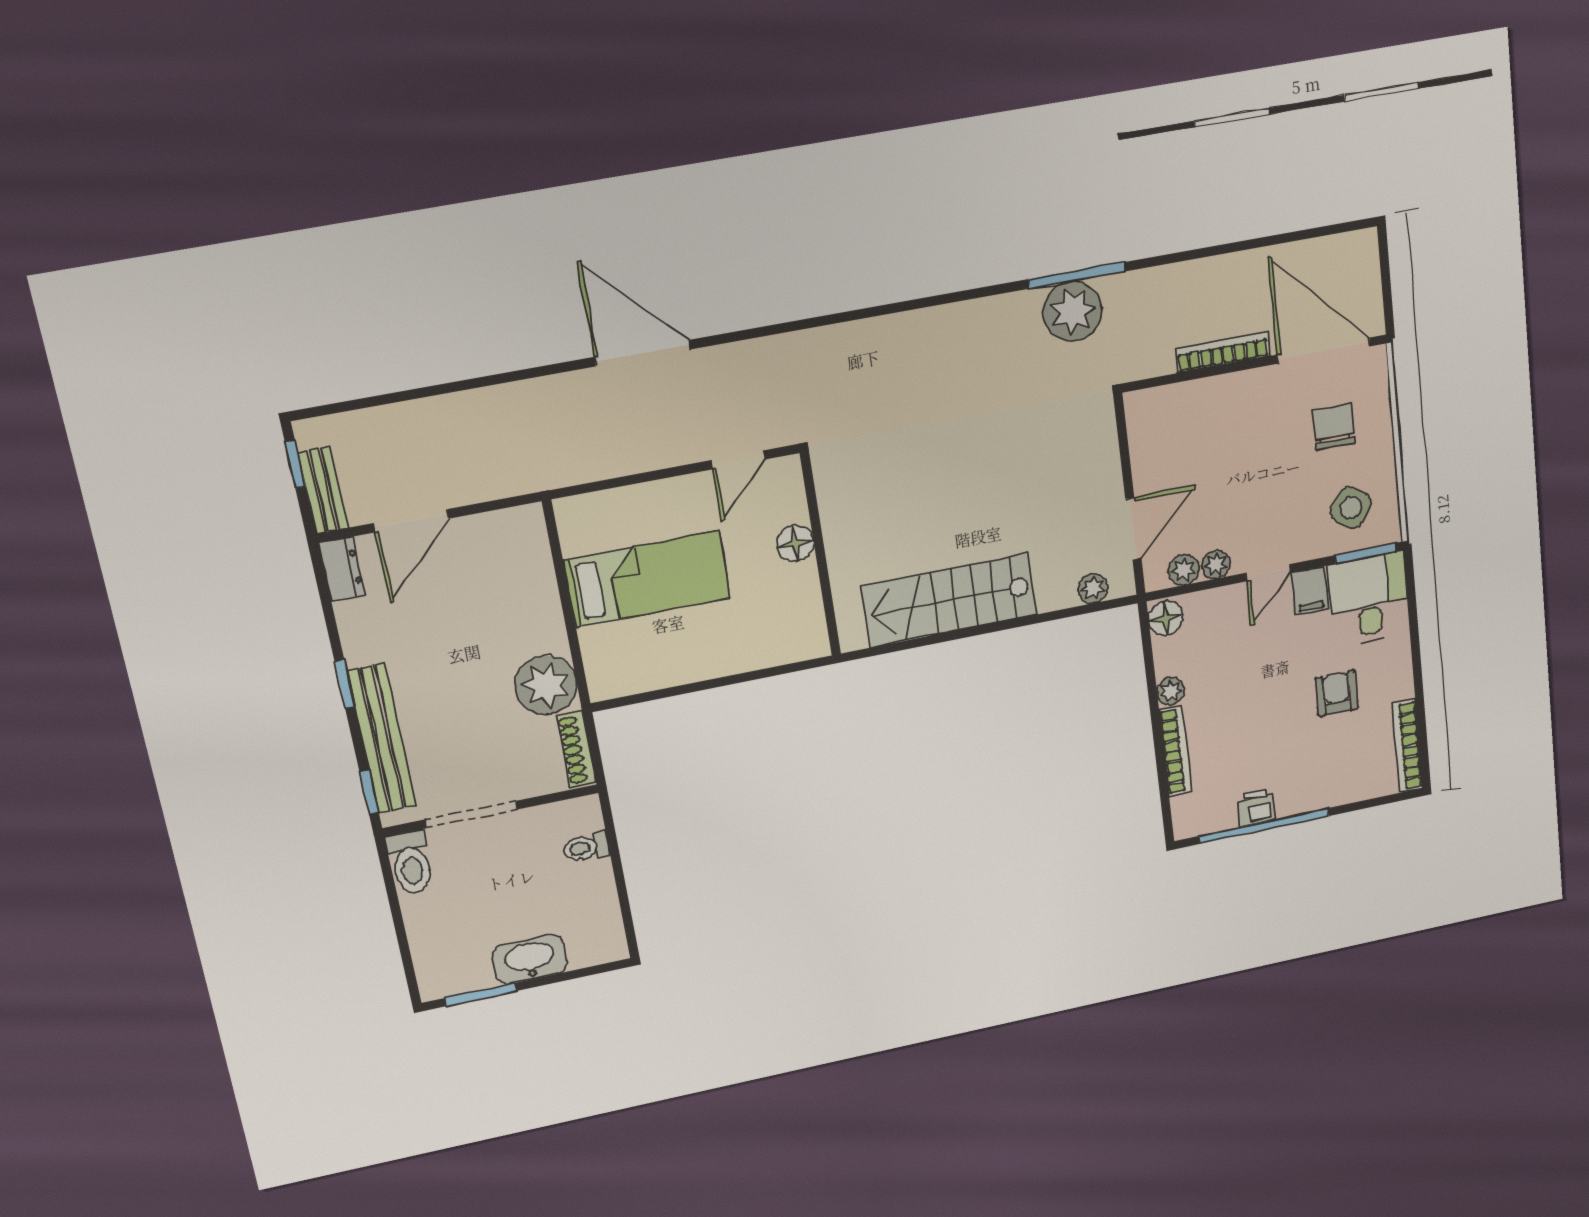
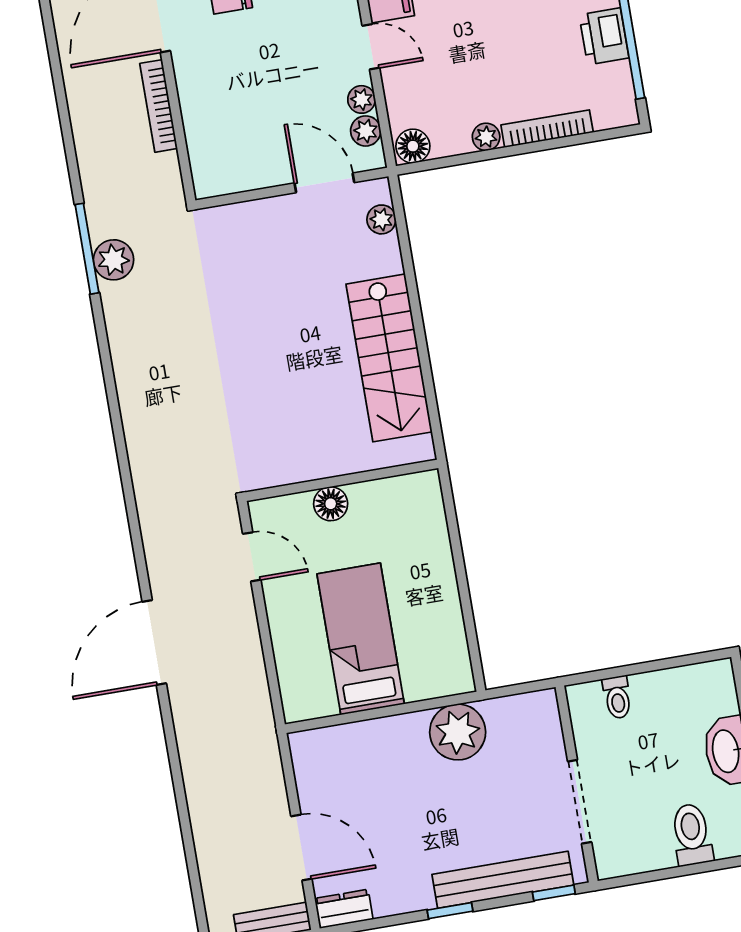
plant: (1072, 311) -> (114, 260), width x0.73, depth x0.73
shoe rack: (576, 749) -> (521, 705), removed
printer: (1256, 807) -> (604, 36), width x1.36, depth x1.24
toilet: (411, 863) -> (692, 835), moved, turned -90

